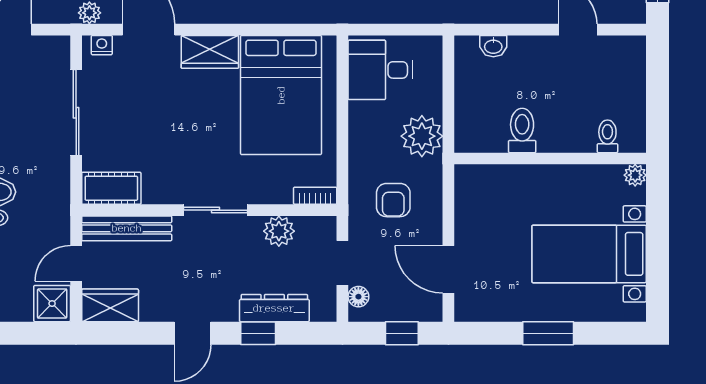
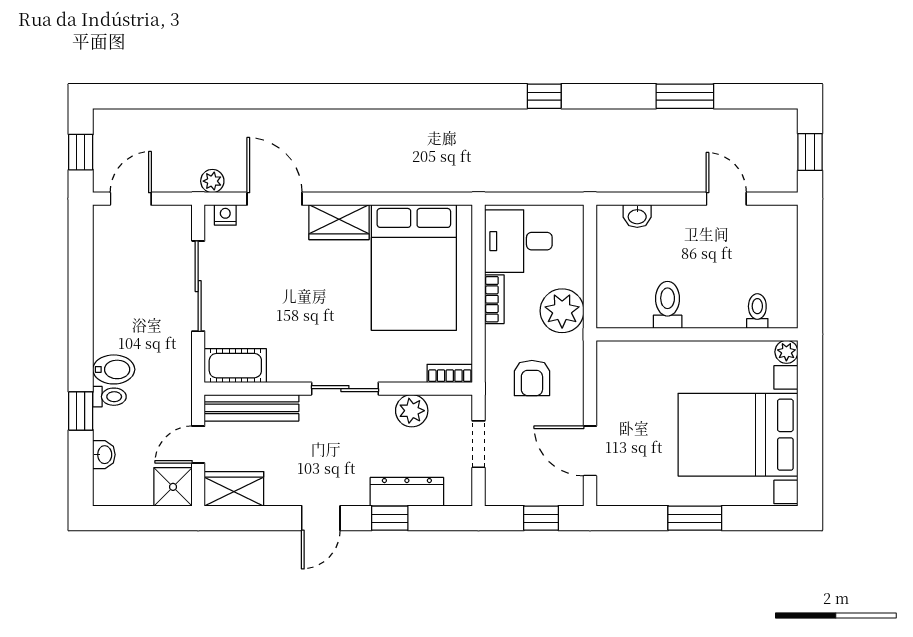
bookcase: (357, 125) -> (494, 299), added
bed with nightstands: (589, 254) -> (738, 435), width x1.36
floor lamp: (358, 297) -> (495, 480), removed

